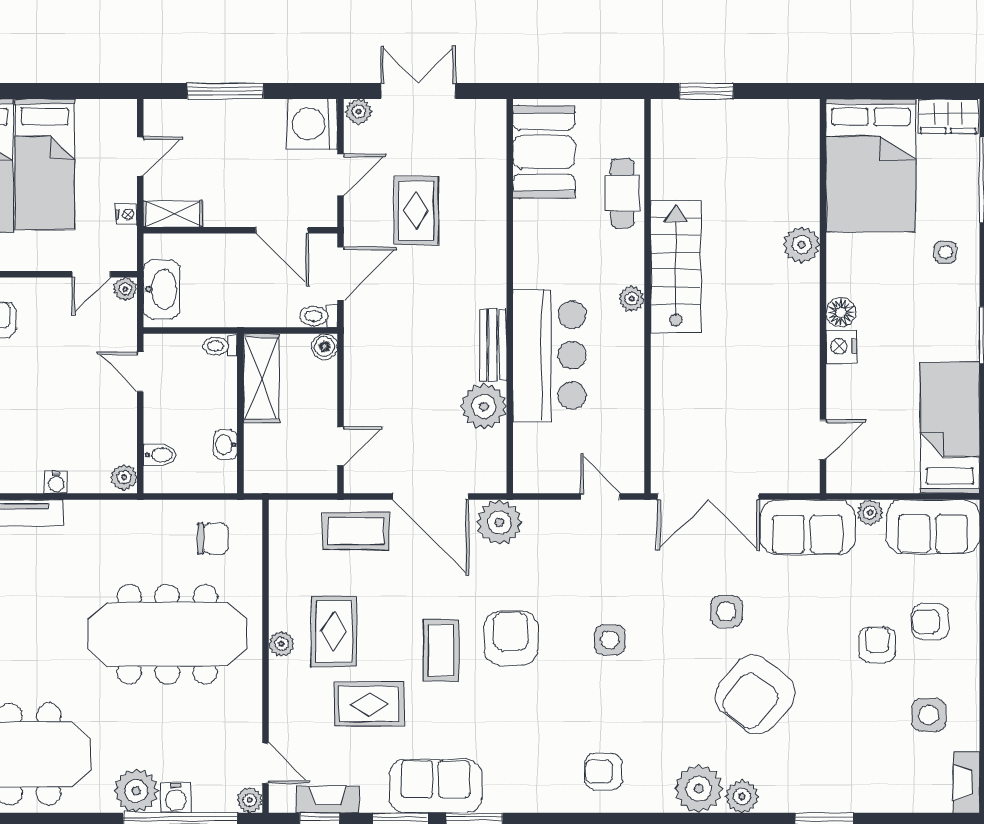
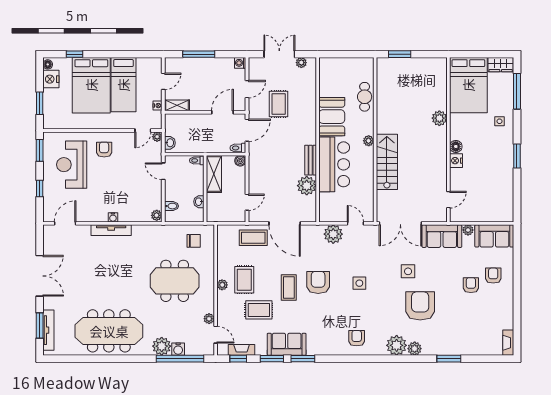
plant: (359, 112) -> (301, 63), moved
washing machine: (312, 124) -> (240, 63), width x0.53, depth x0.53
booth: (544, 152) -> (332, 117), moved
door: (282, 230) -> (222, 112), swing flipped
stairs: (676, 267) -> (387, 162), moved
washbasin: (162, 289) -> (170, 143), width x0.52, depth x0.69
bed: (950, 428) -> (501, 195), removed
water cooler: (56, 482) -> (113, 217), moved
plant: (499, 522) -> (333, 234), moved
armchair: (930, 622) -> (493, 276), turned 90
meeting table: (167, 634) -> (175, 281), width x0.73
armchair: (755, 694) -> (420, 306), turned 141
side table: (929, 715) -> (493, 315), removed
armchair: (603, 772) -> (357, 338), turned 90
plant: (250, 800) -> (209, 319), moved

